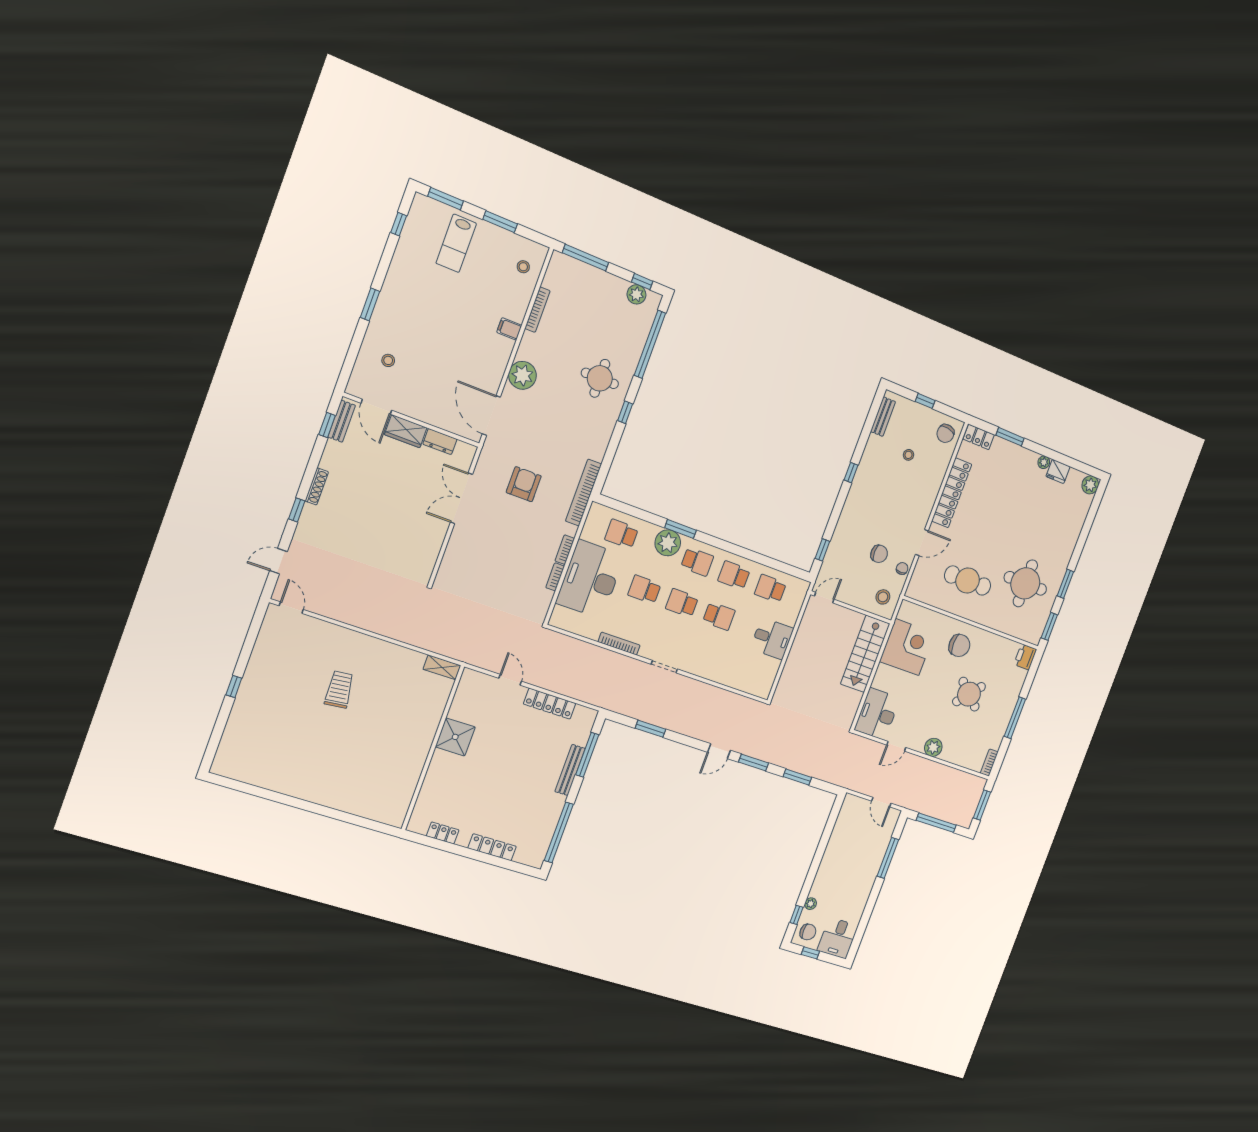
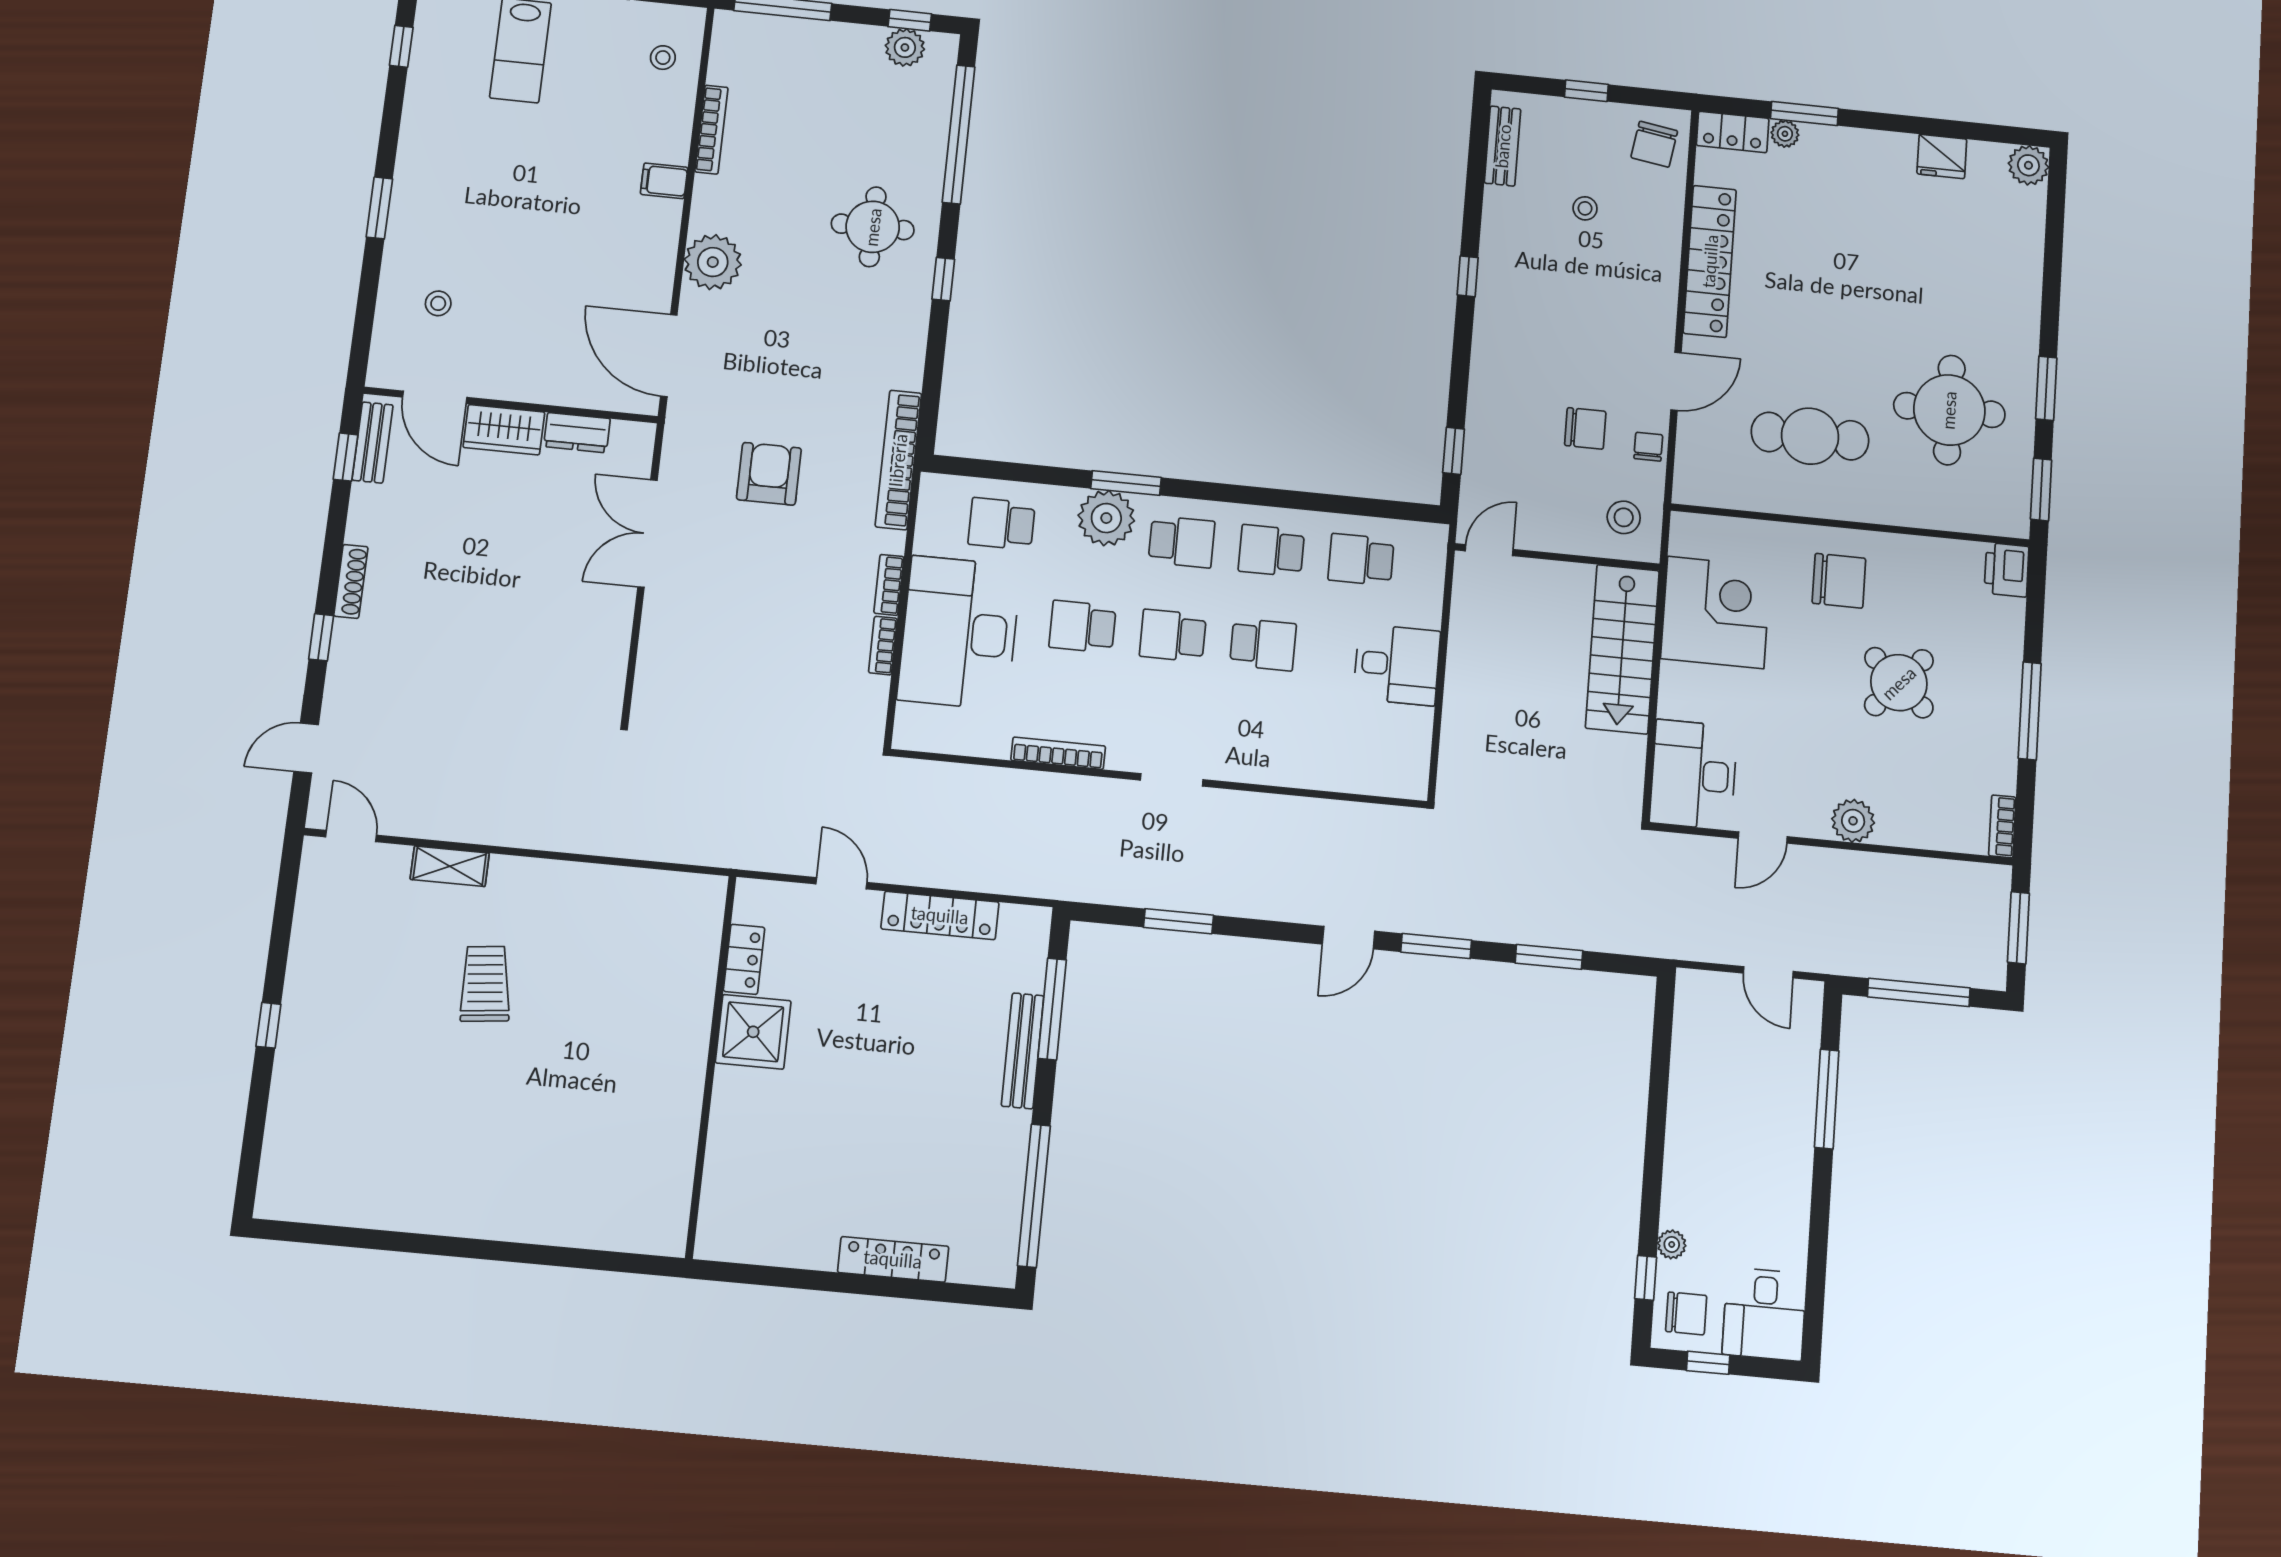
plant: (1044, 462) -> (1785, 134), moved
shelving: (442, 667) -> (450, 866), moved
locker: (443, 833) -> (744, 959), moved, turned 90

